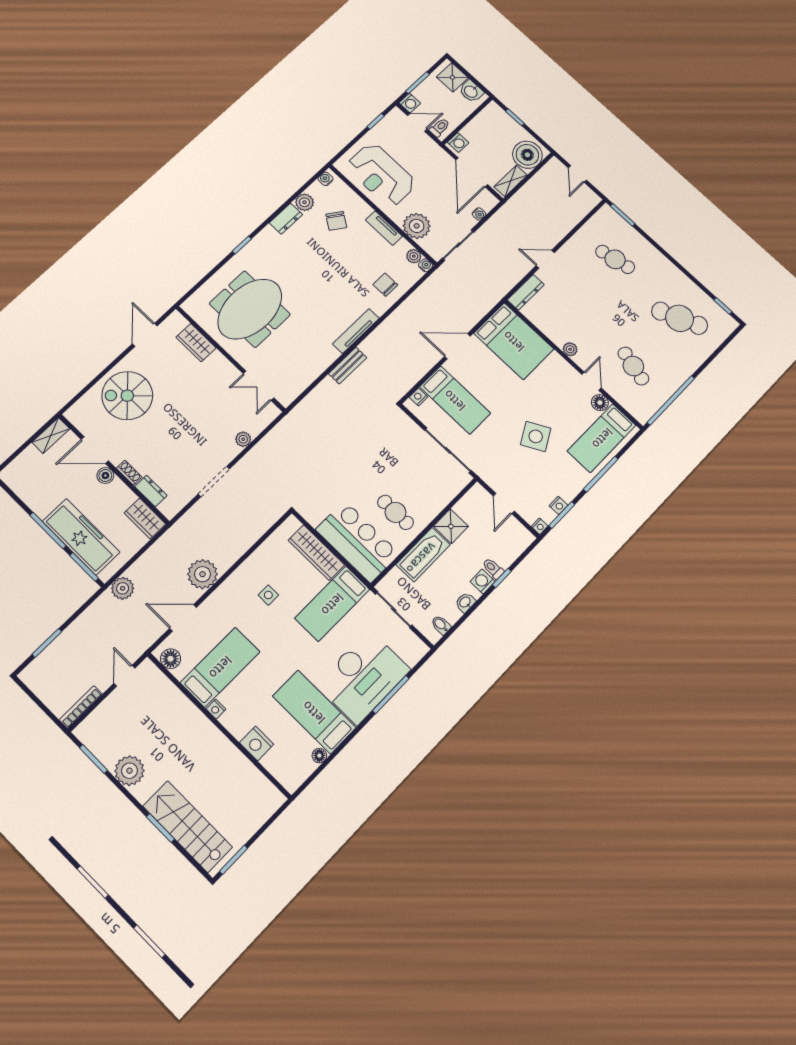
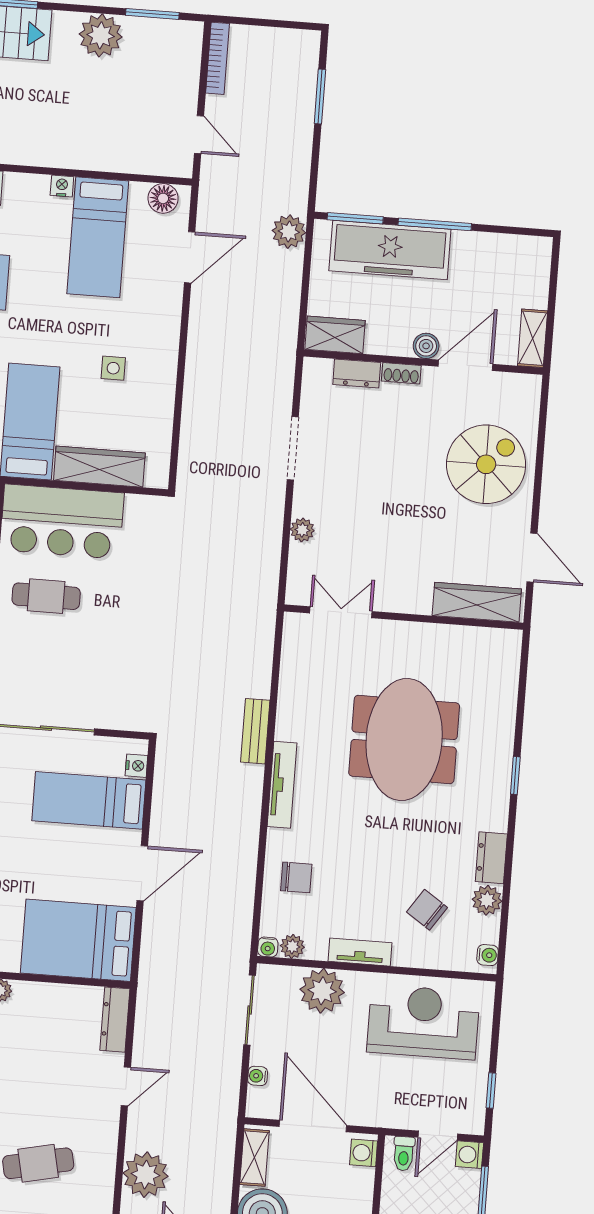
meeting table: (250, 309) -> (404, 739), moved
wardrobe: (196, 343) -> (477, 602), width x1.50
plant: (203, 574) -> (146, 1175), moved

